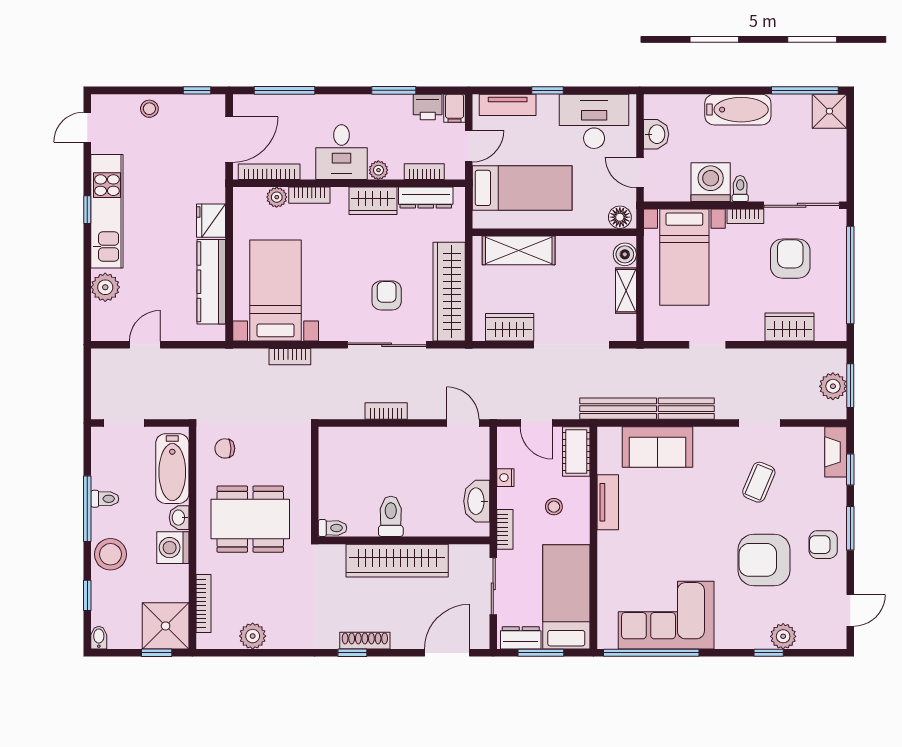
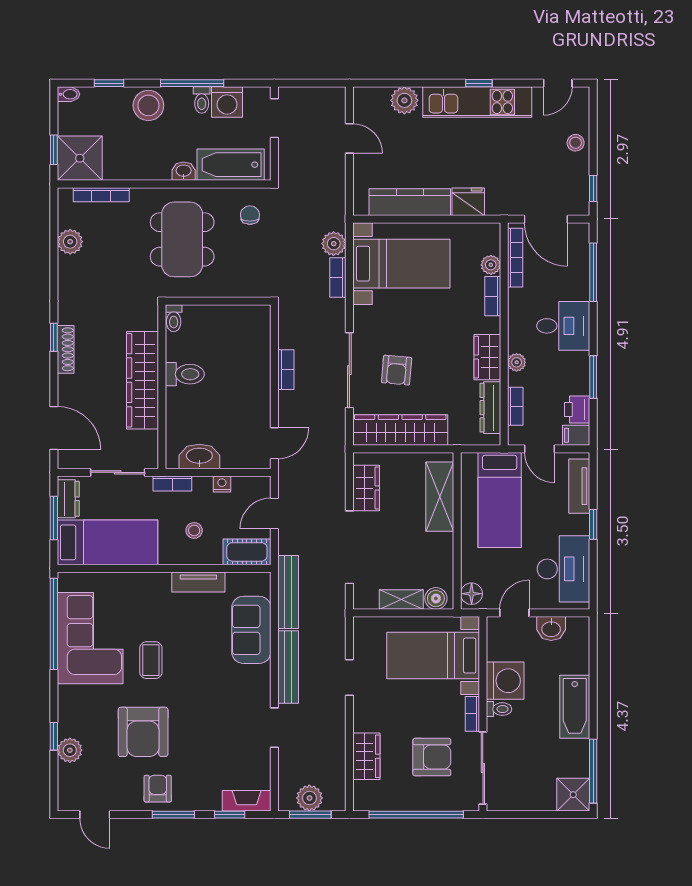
door: (87, 127) -> (558, 83), swing flipped
desk: (342, 152) -> (563, 326), moved, turned 180
armchair: (387, 295) -> (397, 370), turned 95
plant: (255, 361) -> (334, 244), added
bench: (686, 409) -> (288, 667), width x1.36
coffee table: (759, 482) -> (151, 660), moved, turned 67
washing machine: (173, 548) -> (227, 102), moved, turned 180
armchair: (764, 560) -> (143, 732), turned 180

